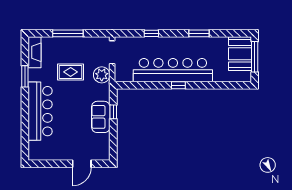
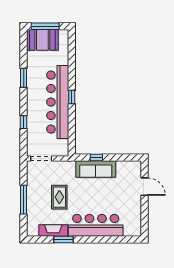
fireplace: (35, 52) -> (53, 230), moved
plant: (102, 75) -> (62, 168), removed
sofa: (101, 117) -> (96, 169), width x1.36

